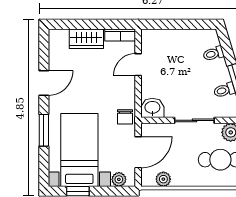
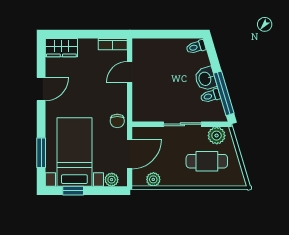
wardrobe: (86, 39) -> (61, 48), moved
toilet: (213, 54) -> (196, 47), moved
washbasin: (152, 108) -> (205, 79), moved, turned -107
window: (44, 130) -> (41, 153), moved

